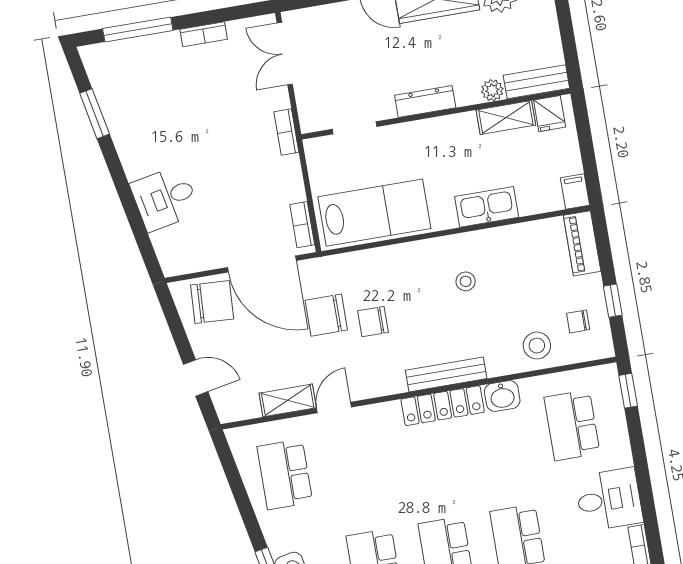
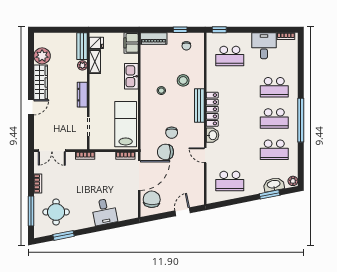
round table: (145, 87) -> (56, 212), added
filing cabinet: (575, 191) -> (131, 43), width x2.00
chair: (326, 315) -> (166, 152), turned 90
stool: (537, 346) -> (183, 80), moved
washbasin: (502, 396) -> (212, 135), moved
shelving: (288, 400) -> (199, 174), removed

